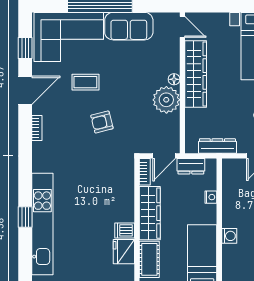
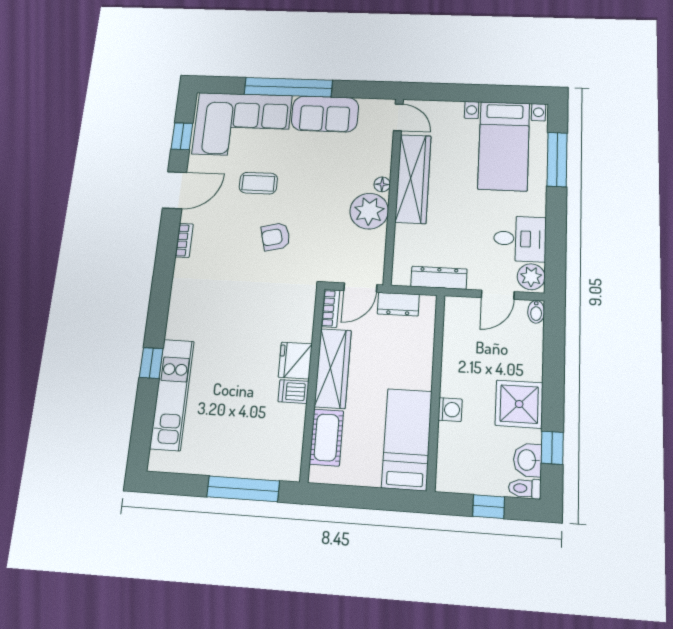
nightstand: (211, 197) -> (425, 350), removed
kitchen unit: (42, 224) -> (172, 394), width x0.73
fridge: (124, 252) -> (295, 361), moved

